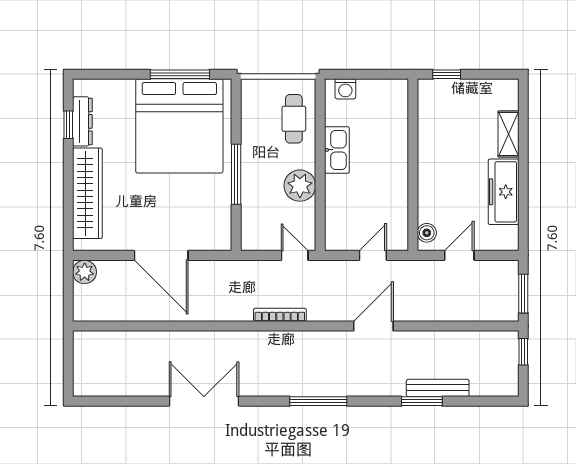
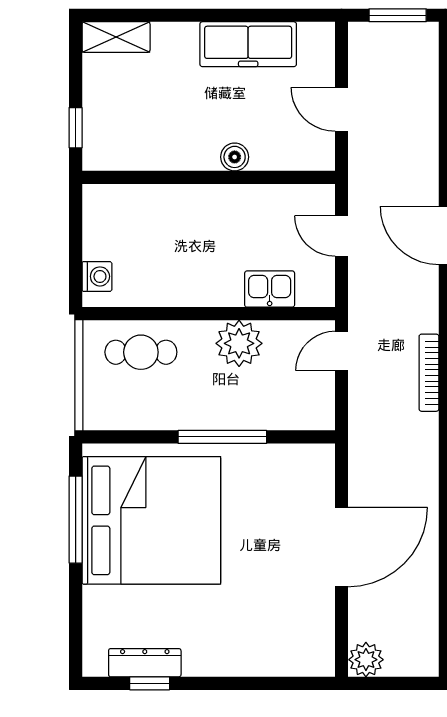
shelving: (508, 134) -> (116, 37), moved
kitchen sink: (337, 150) -> (270, 289), moved, width x0.73
wardrobe: (87, 193) -> (250, 655), removed
boiler: (427, 233) -> (235, 157), moved

